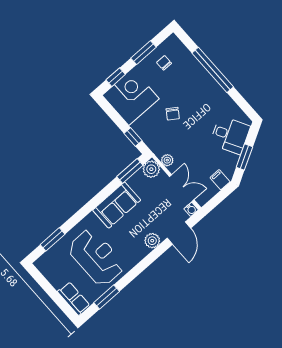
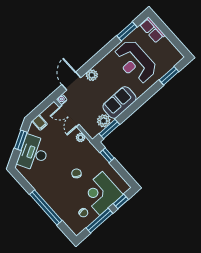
window: (143, 53) -> (99, 221), width x1.44
corner desk: (131, 97) -> (101, 193), moved, turned 90
desk: (230, 135) -> (34, 153), width x1.37
plant: (151, 169) -> (104, 121), moved

